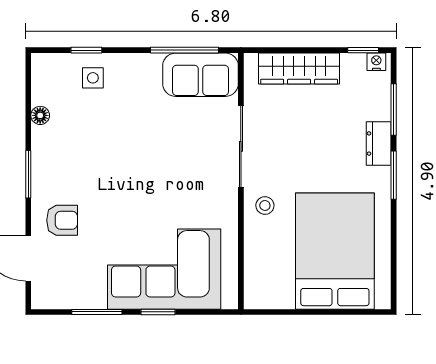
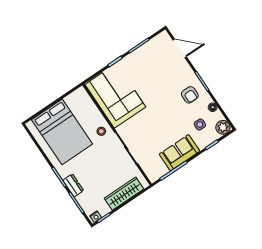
plant: (46, 68) -> (223, 127), added
sofa: (201, 75) -> (180, 153), moved
side table: (93, 78) -> (200, 124), moved
armchair: (62, 220) -> (190, 95), moved, turned -90
corner sofa: (164, 269) -> (115, 96), moved, turned -90

